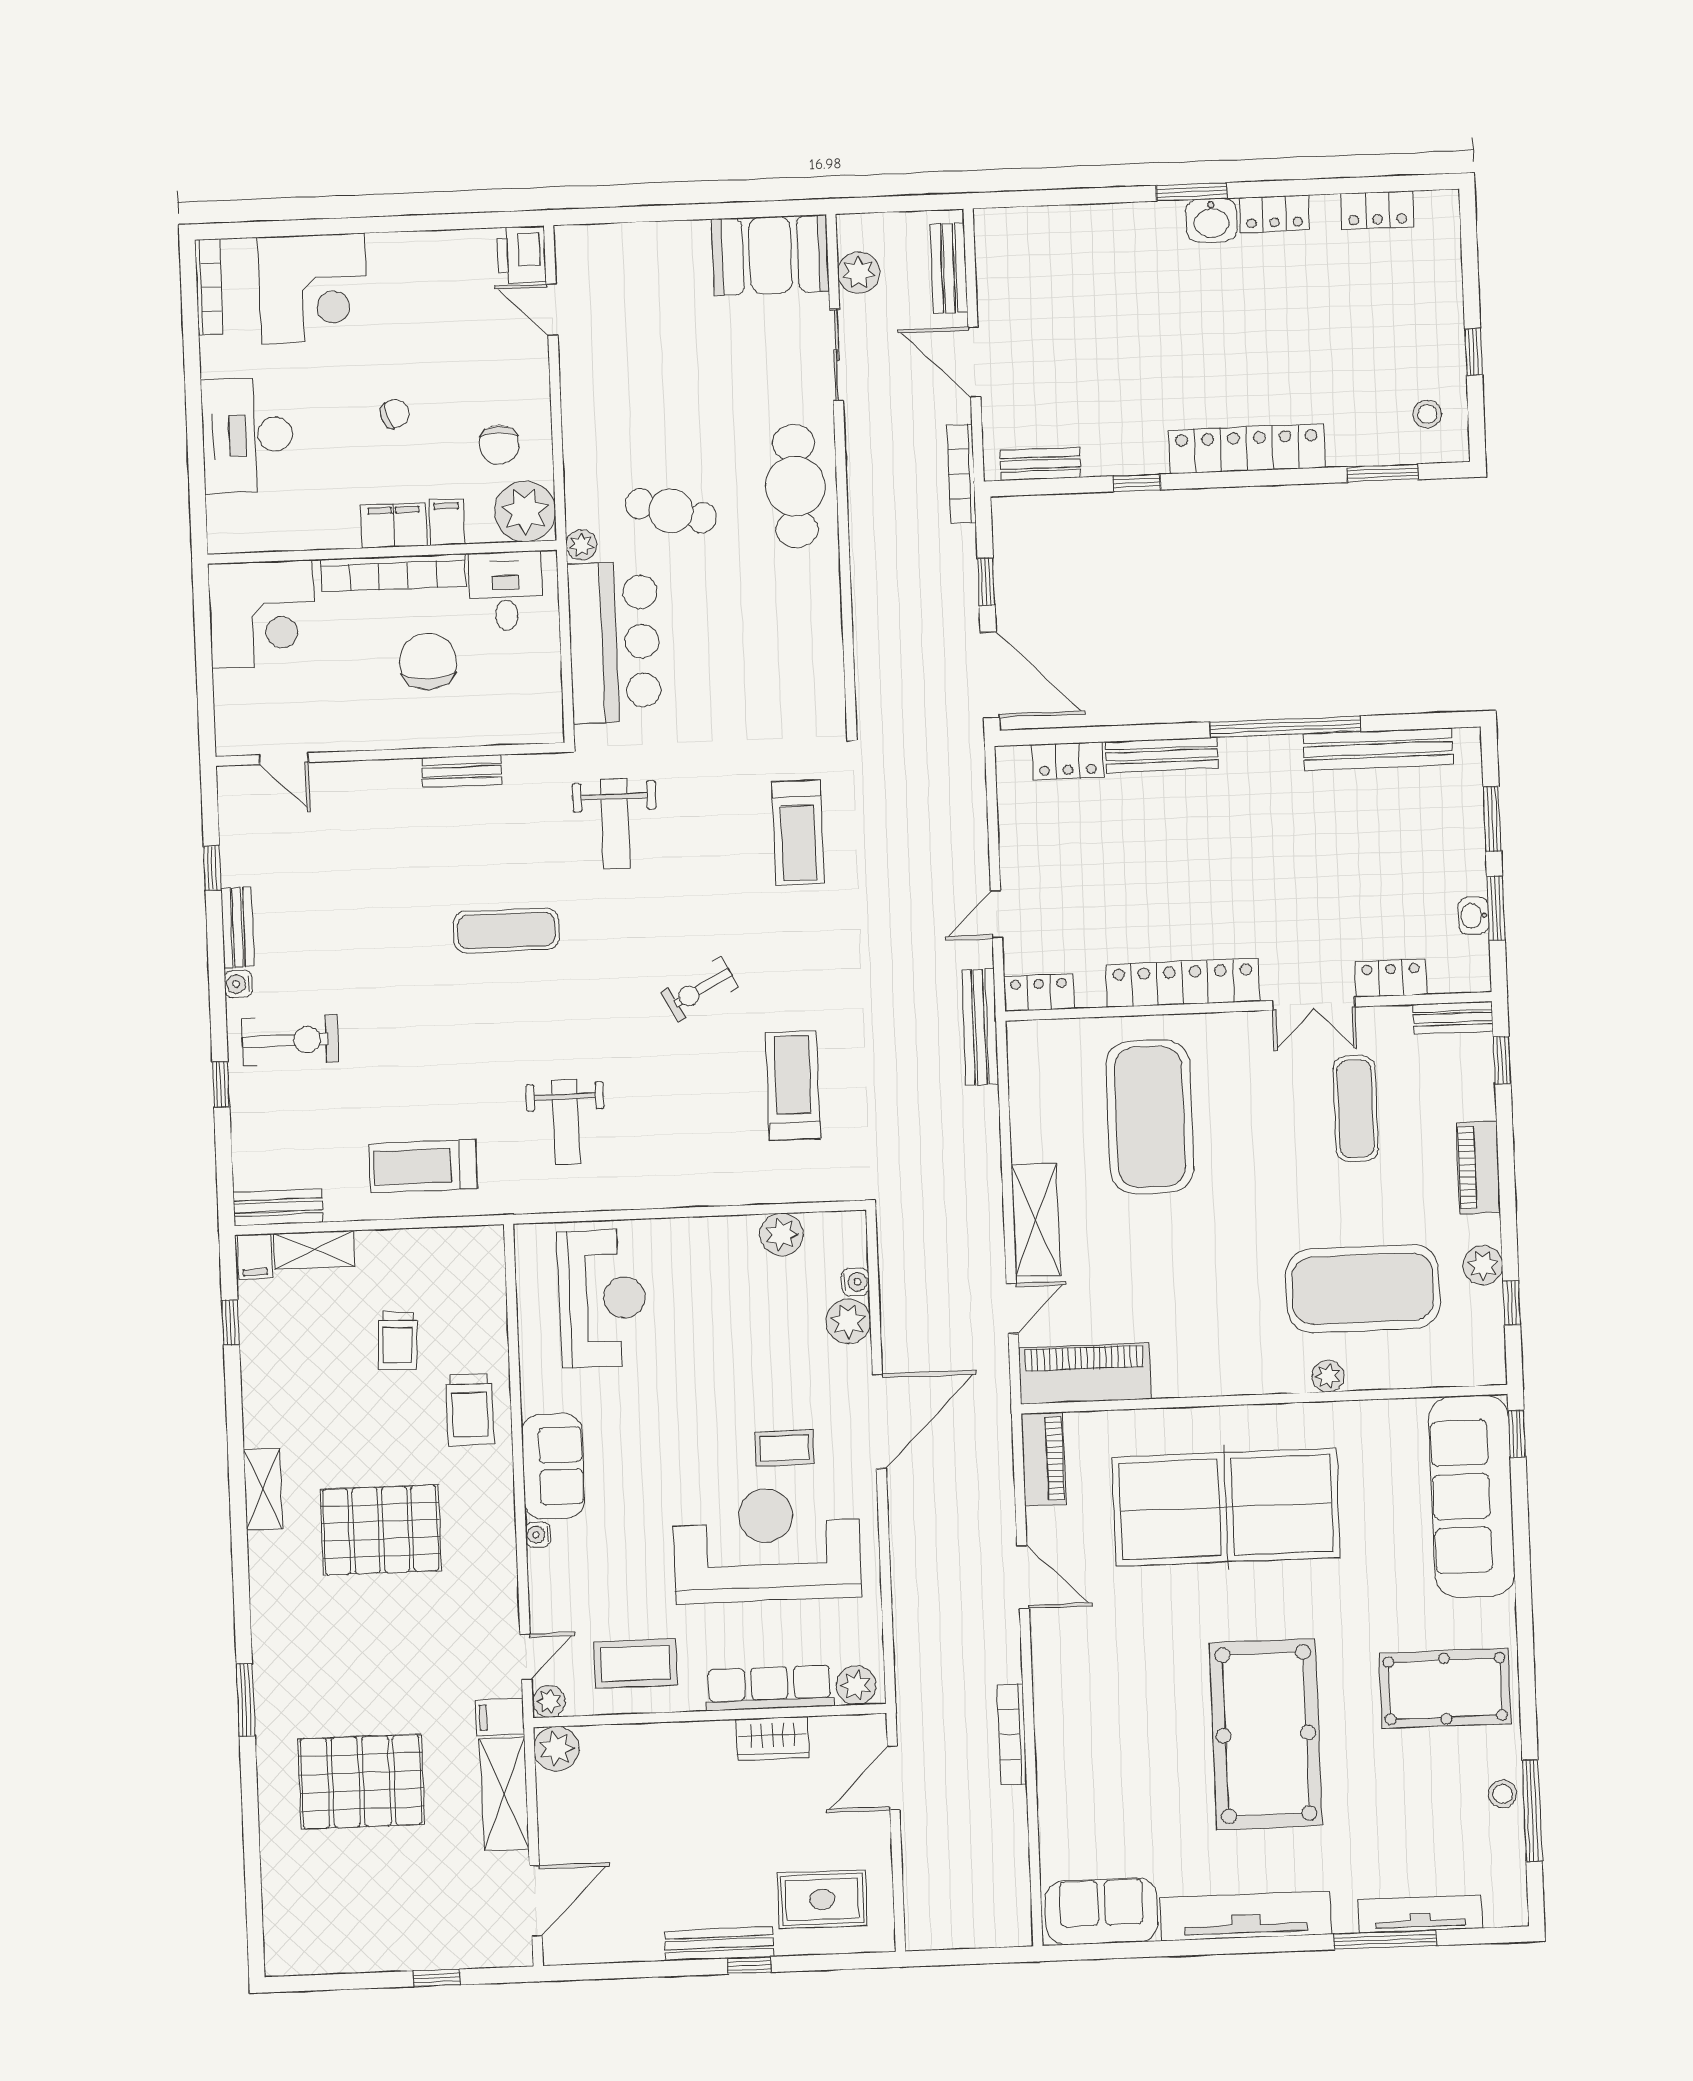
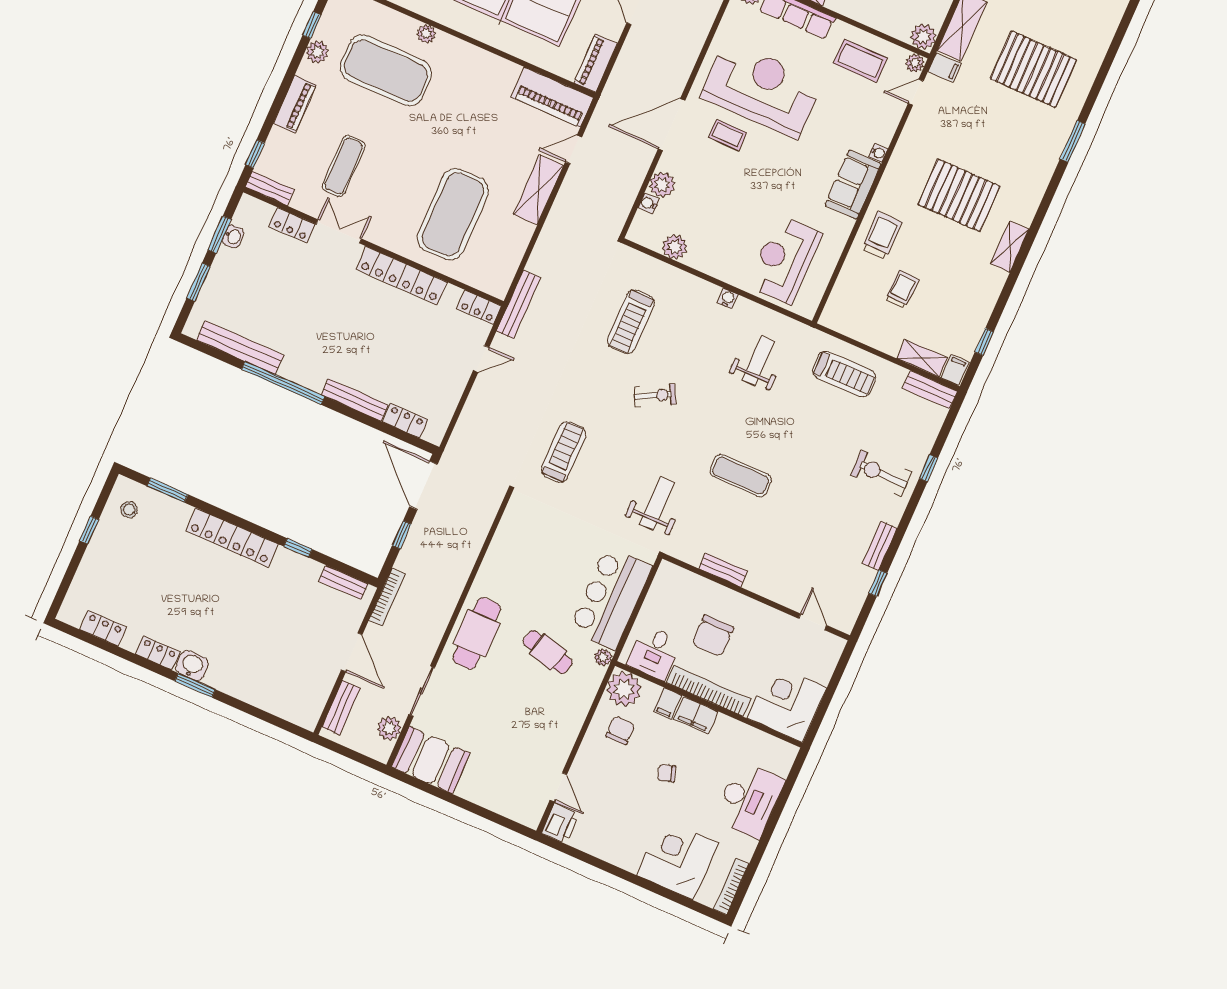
water cooler: (238, 984) -> (728, 298), moved, turned -90
reception desk: (767, 1545) -> (762, 89), turned 180

